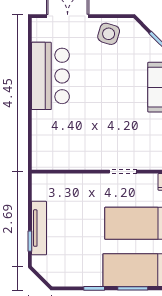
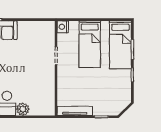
plant: (42, 121) -> (23, 109), added
tv unit: (39, 228) -> (75, 111), moved

